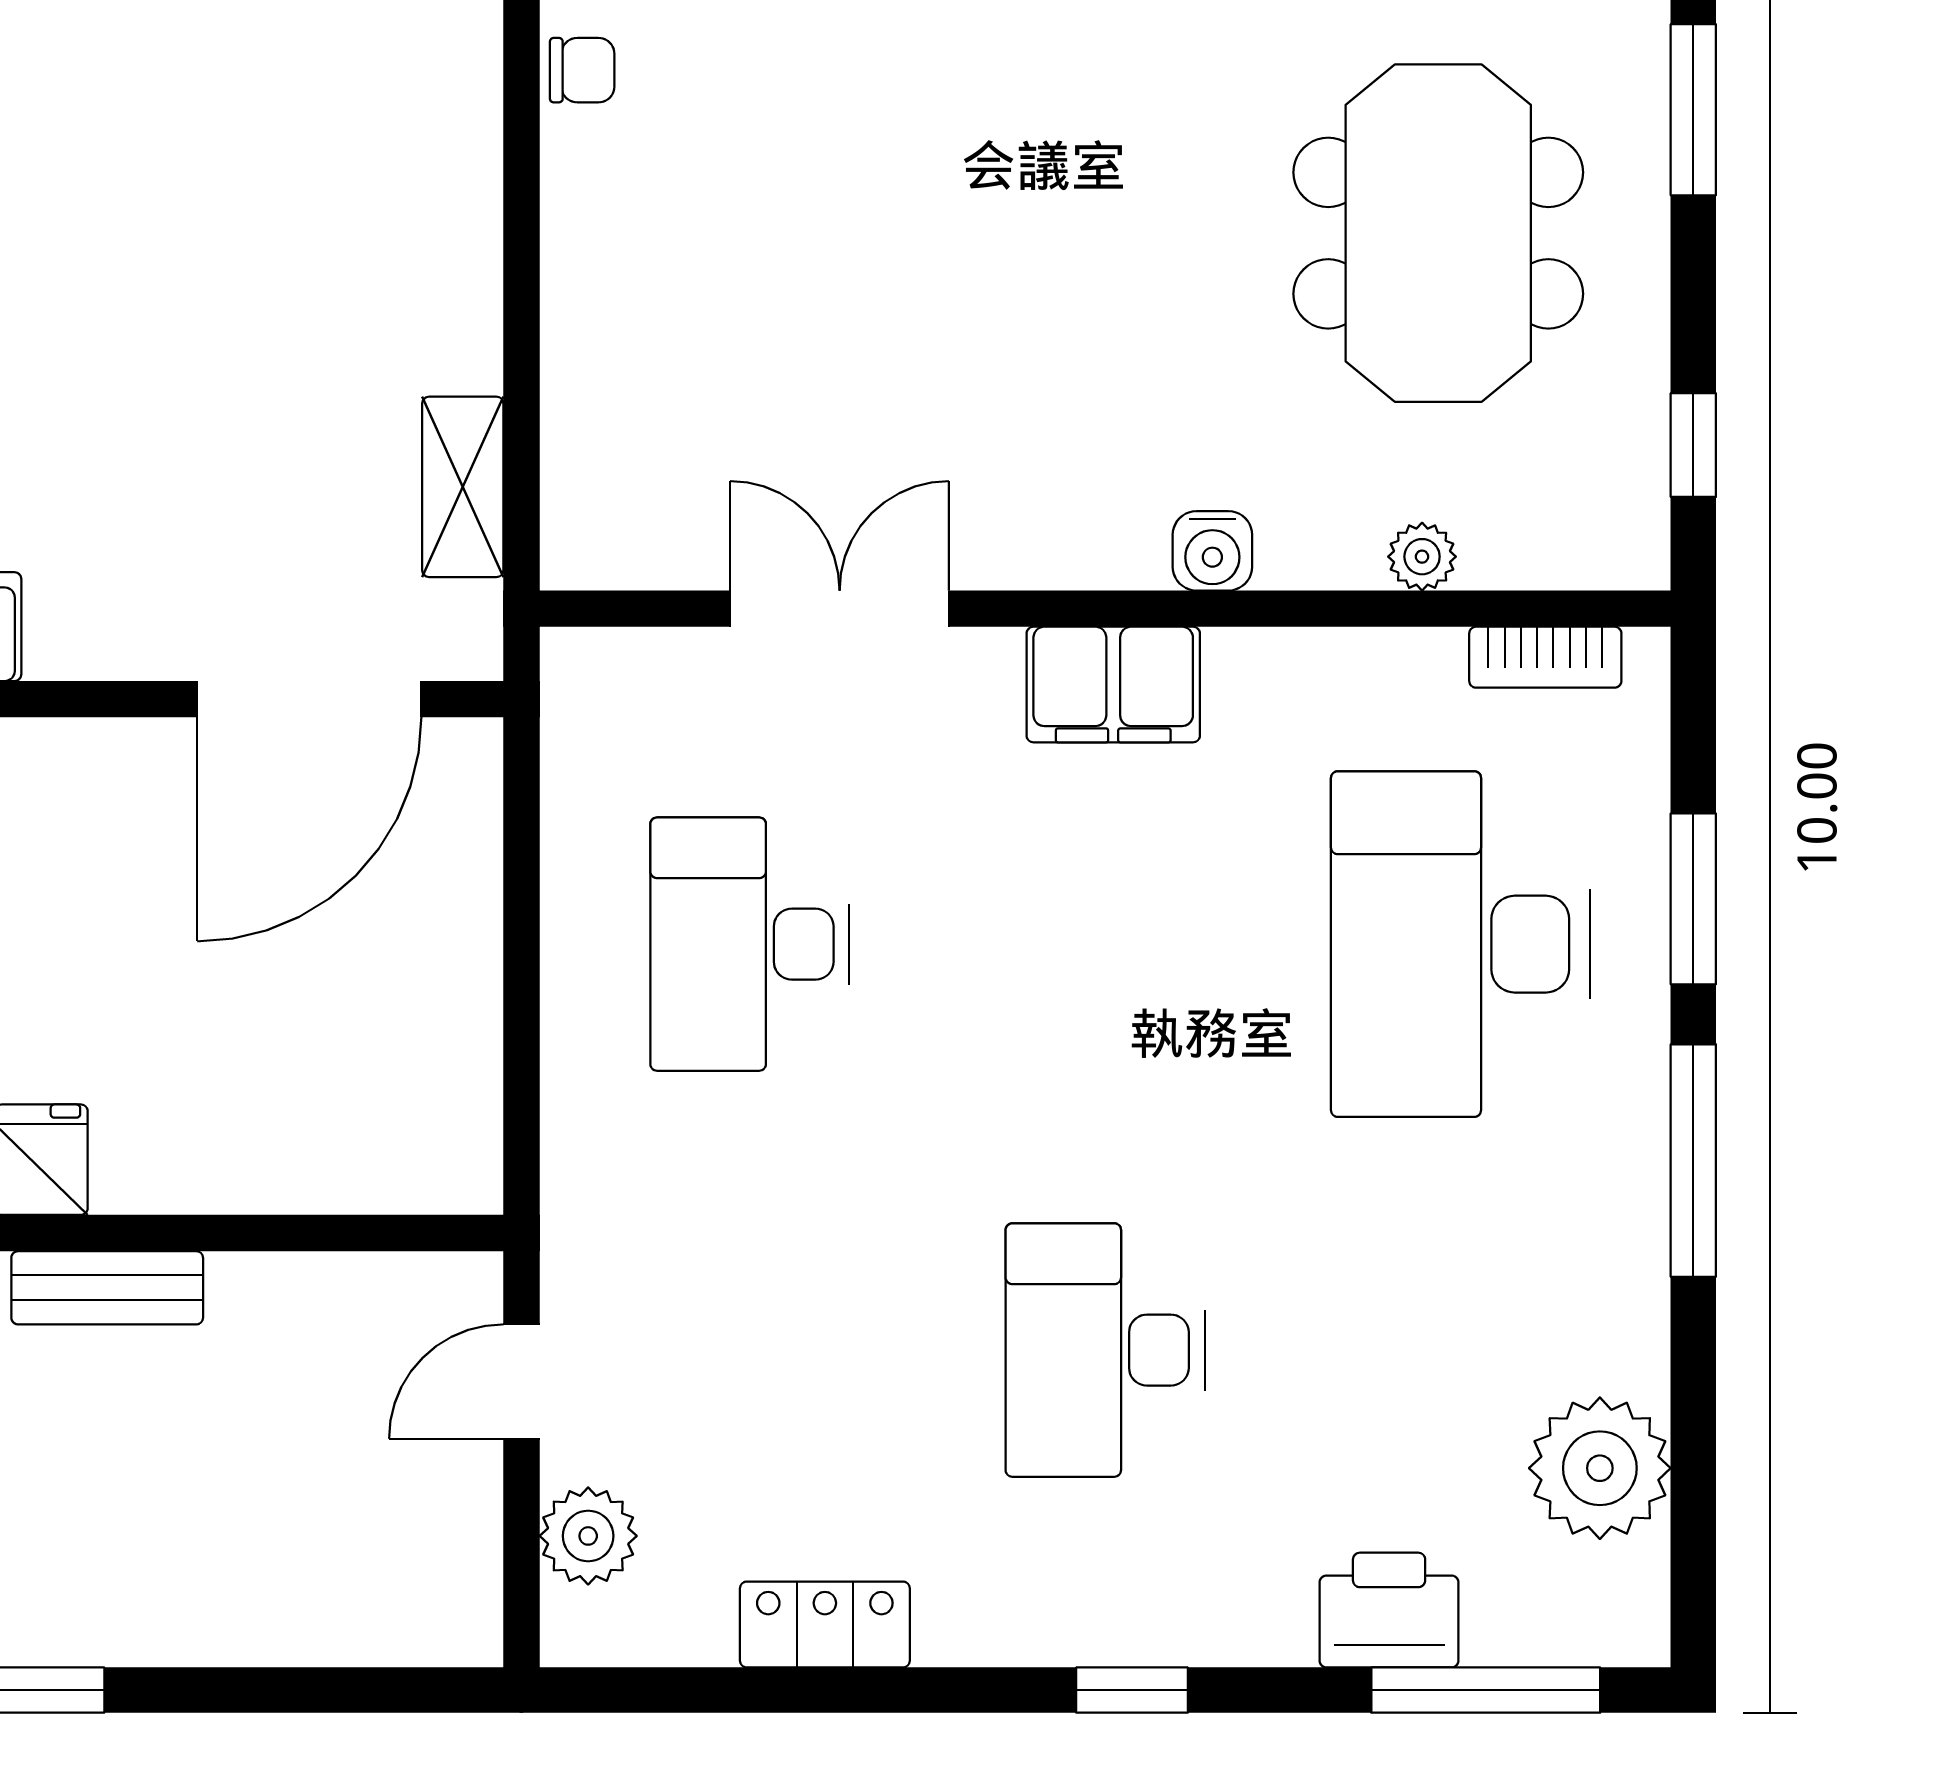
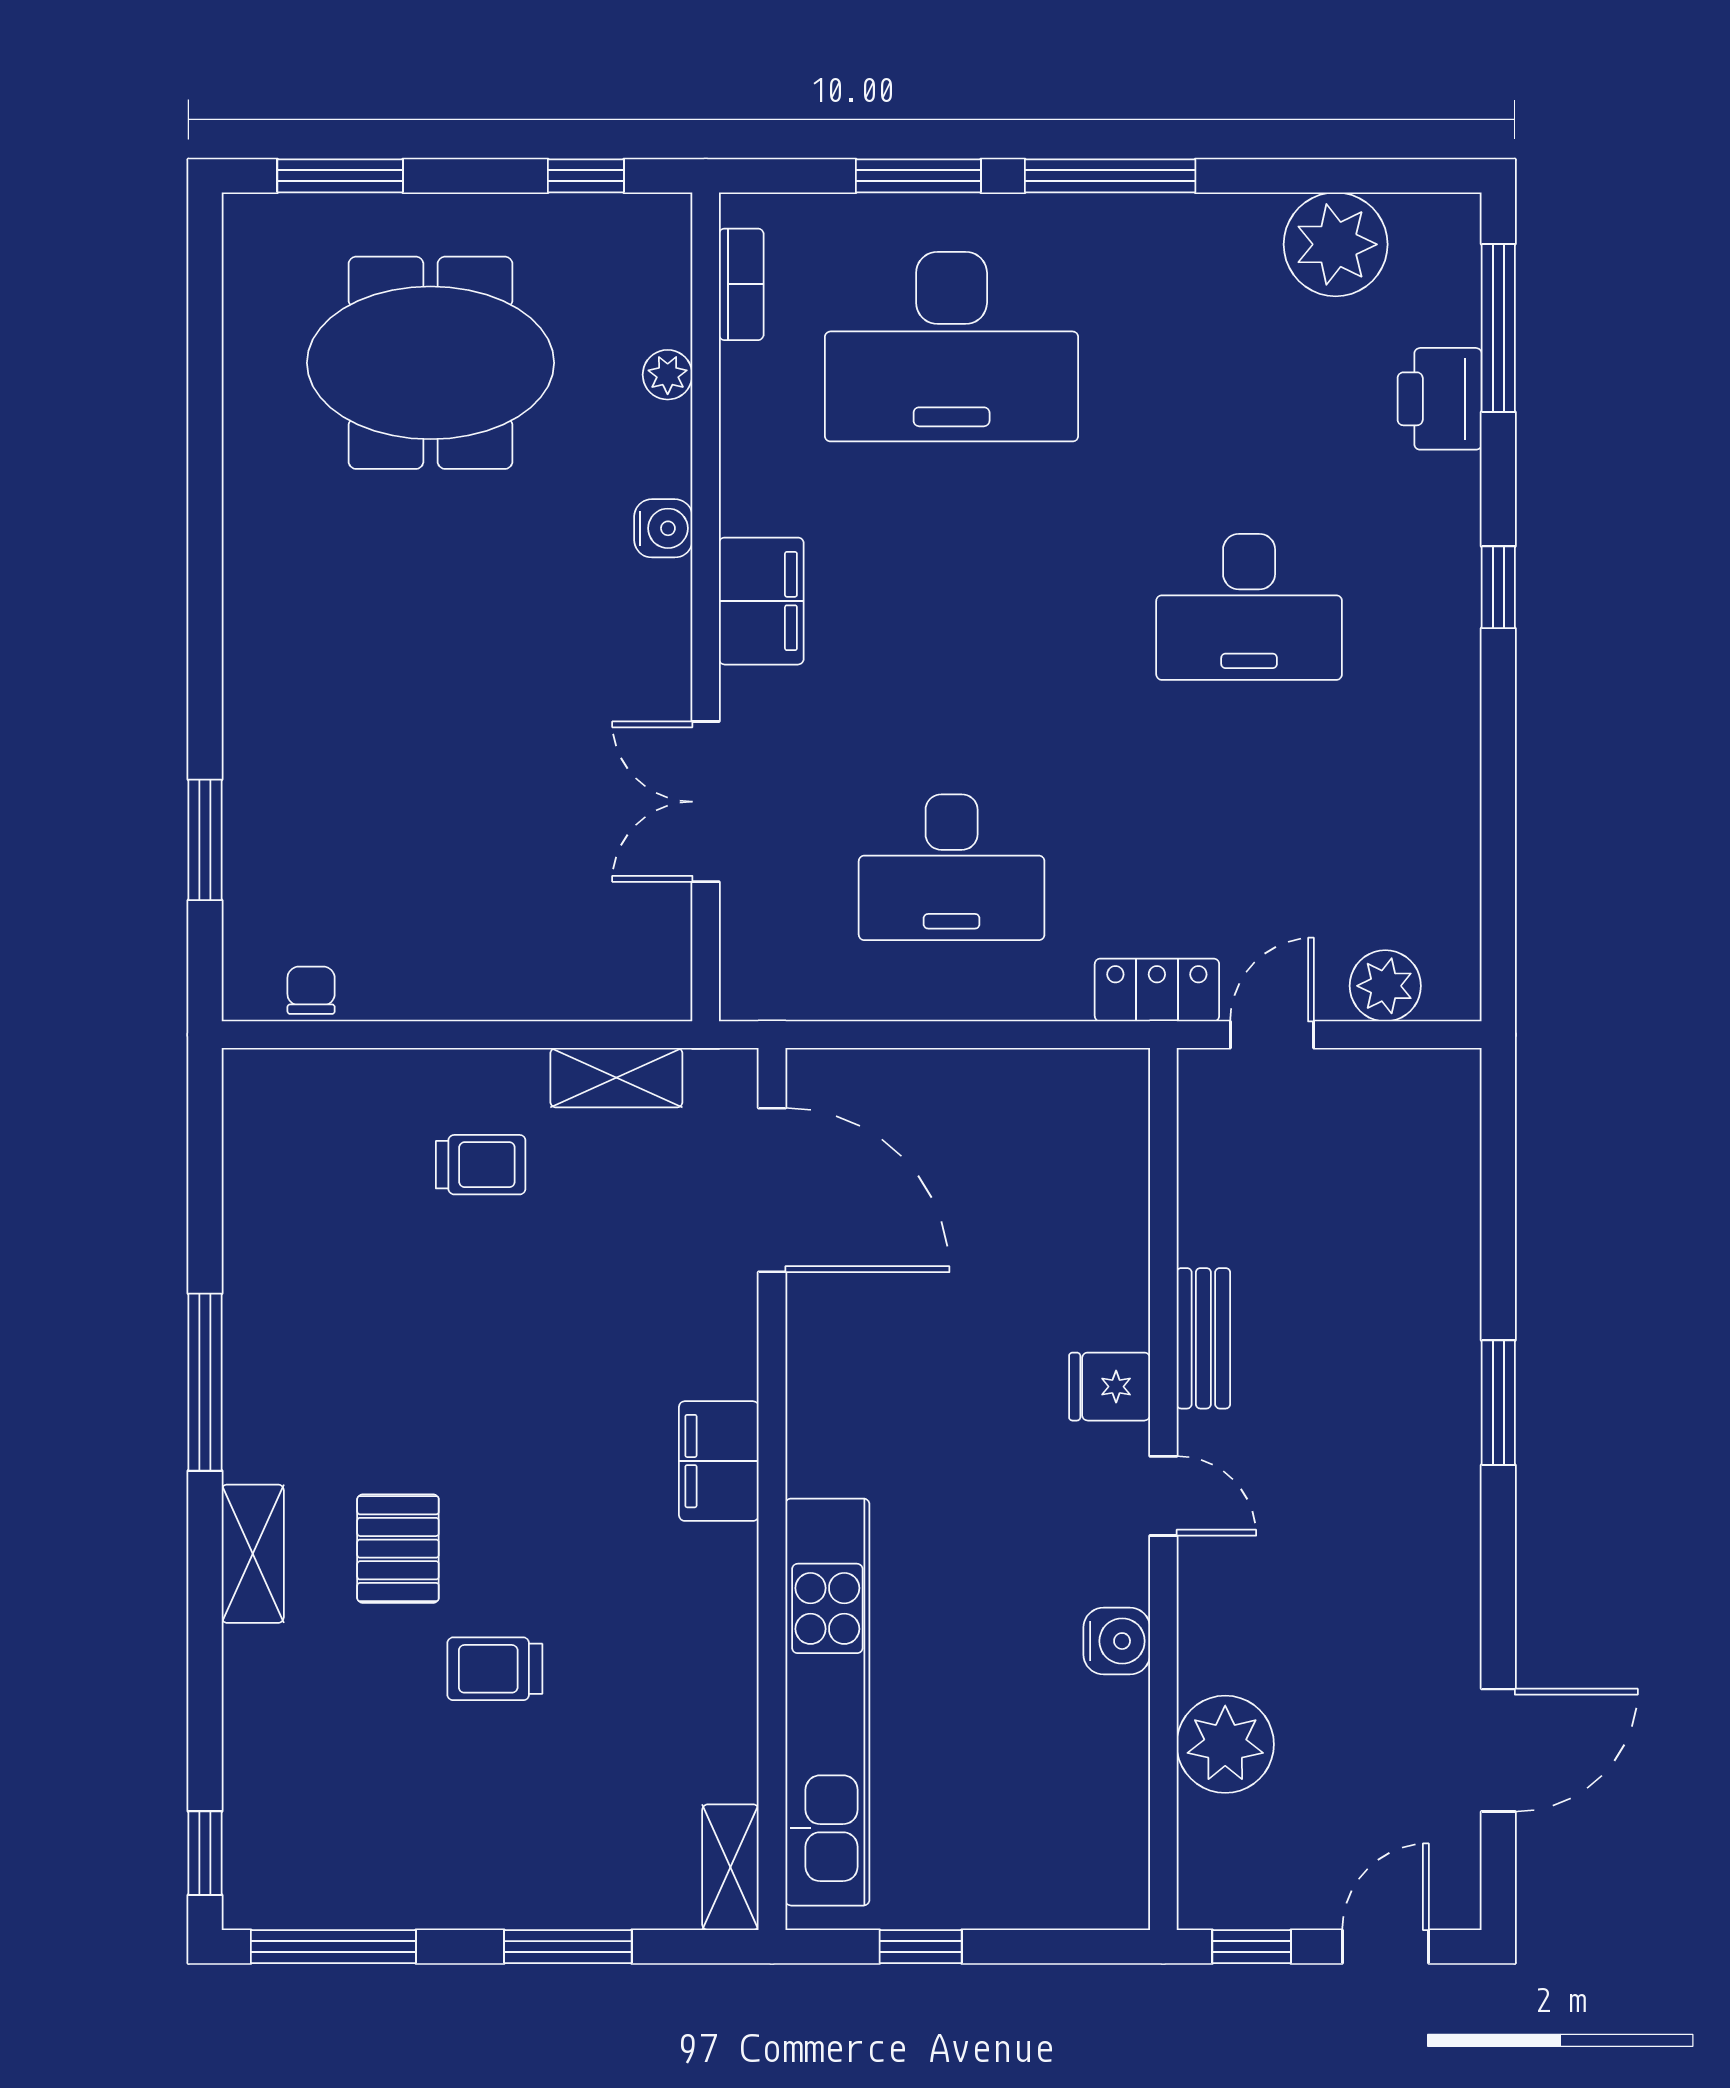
trolley: (344, 302) -> (481, 1165), added
door: (521, 1382) -> (1272, 1035), swing flipped
locker: (825, 1625) -> (1157, 990), moved, turned 90

